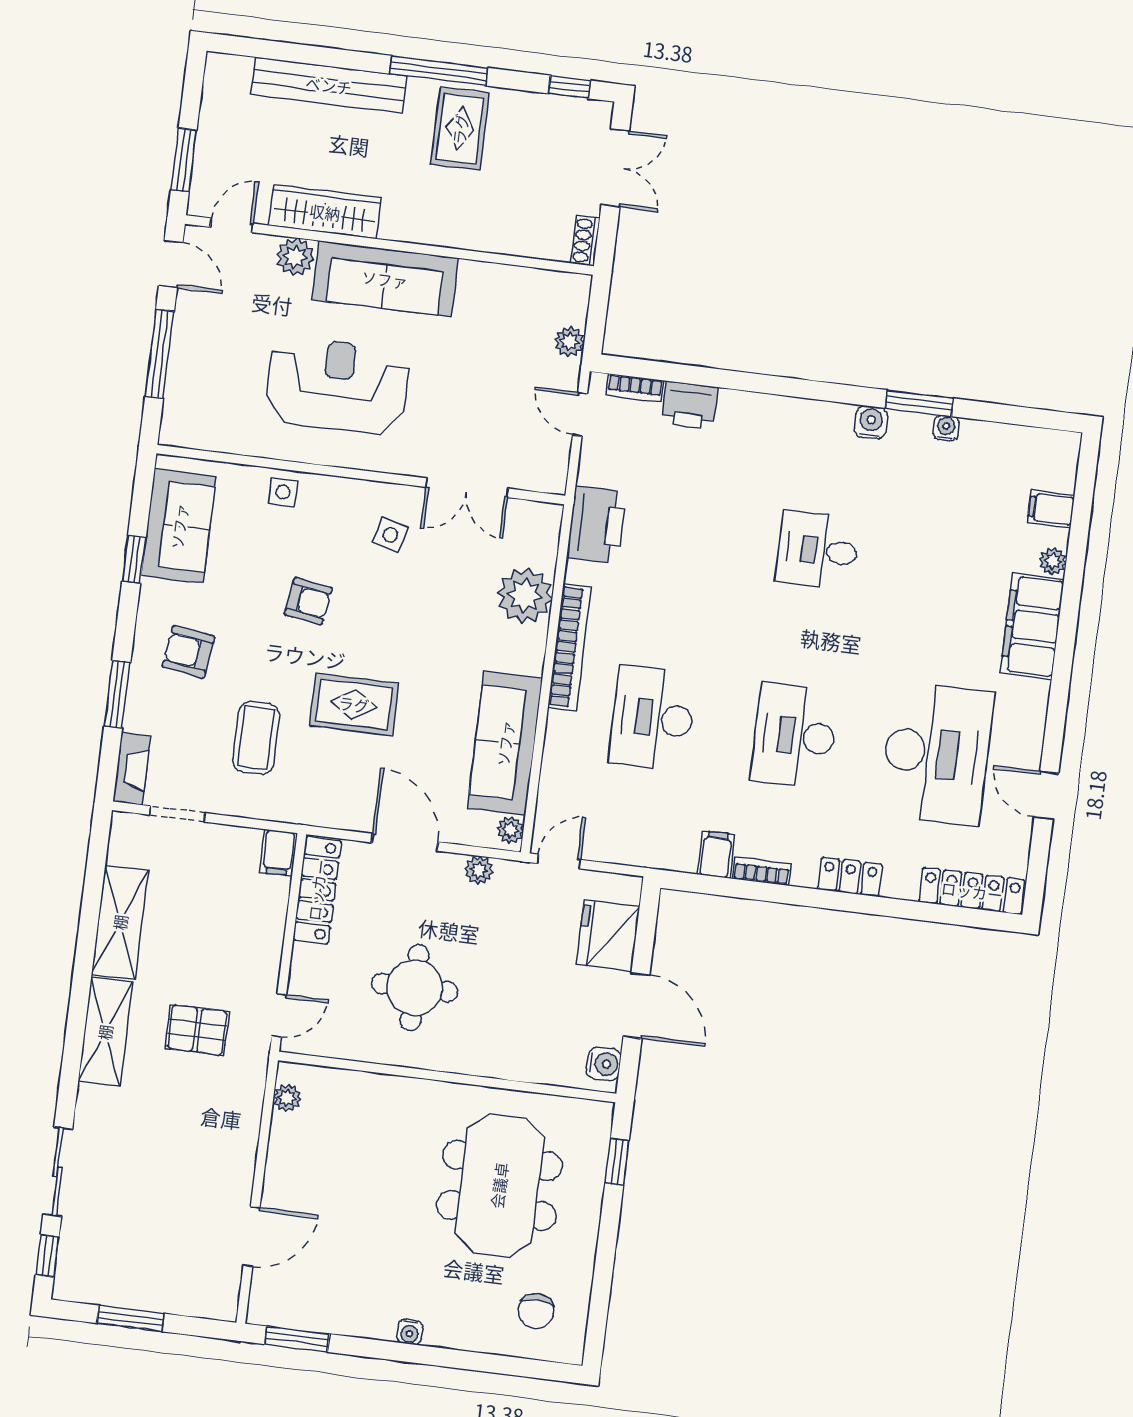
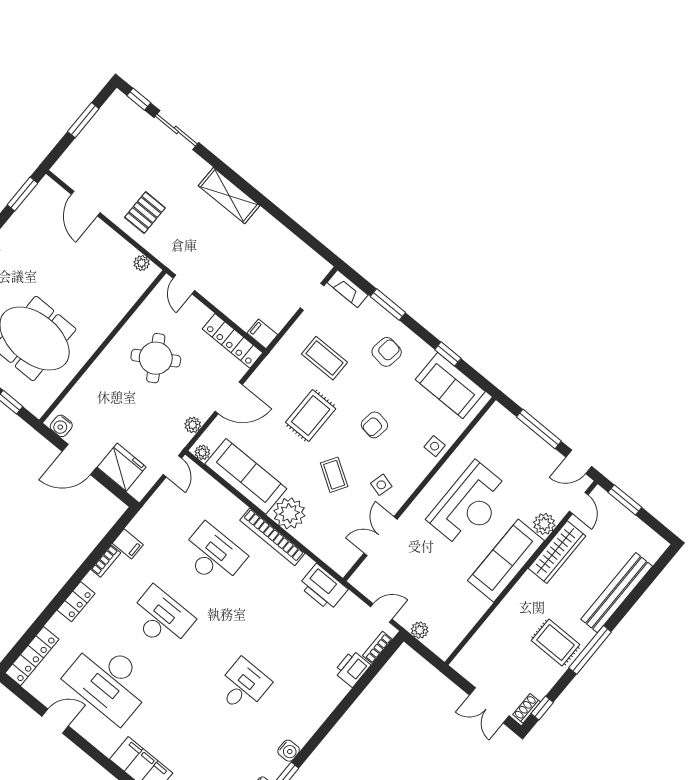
shoe rack: (585, 241) -> (527, 708), moved, turned -90
plant: (525, 596) -> (289, 513), moved
coffee table: (420, 614) -> (334, 475), added
shelving: (120, 922) -> (277, 236), removed
round table: (415, 988) -> (156, 358), turned -31
pallet: (197, 1030) -> (145, 213), moved

